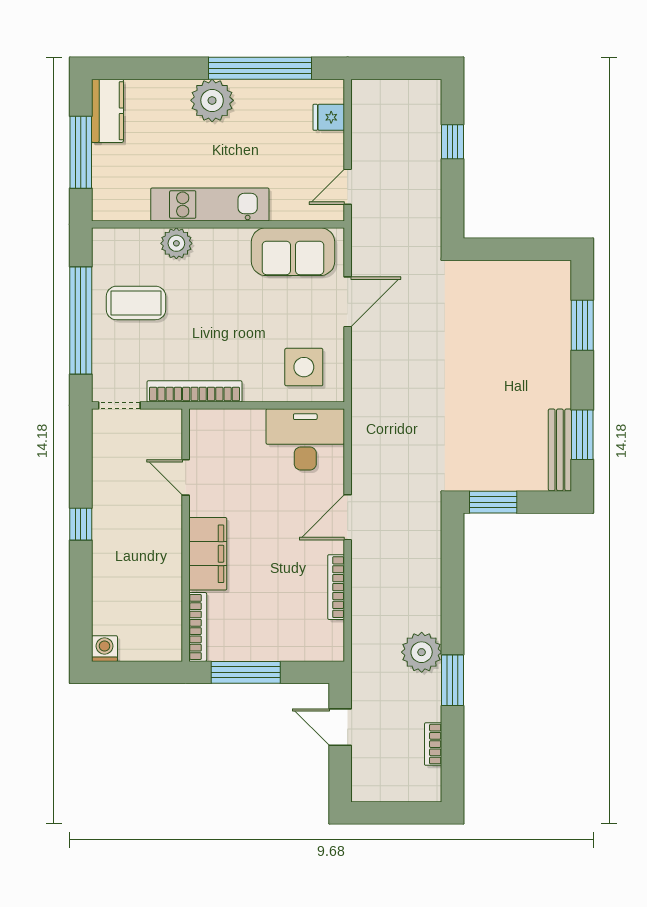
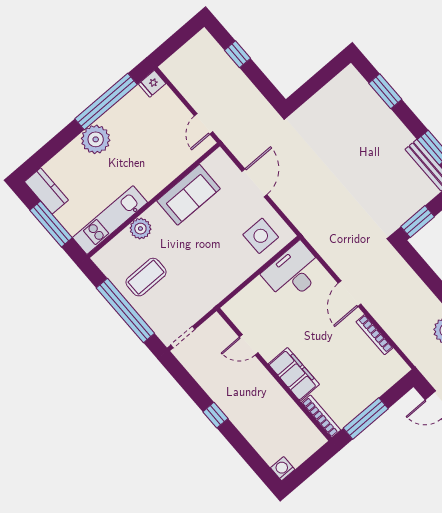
fridge: (329, 117) -> (152, 84), moved
kitchen unit: (210, 205) -> (110, 220), moved
sofa: (293, 252) -> (188, 195), moved
bookcase: (194, 391) -> (215, 297), removed

